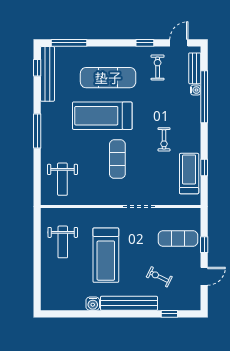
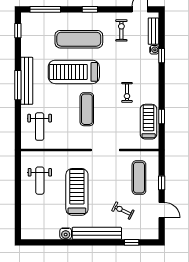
window: (145, 43) -> (90, 9), moved
bench: (47, 74) -> (27, 81), moved
window: (204, 97) -> (162, 56), width x0.32
exercise mat: (178, 239) -> (139, 178), turned 90
treadmill: (106, 255) -> (77, 192), turned 180
door: (204, 276) -> (162, 210), hinge flipped

